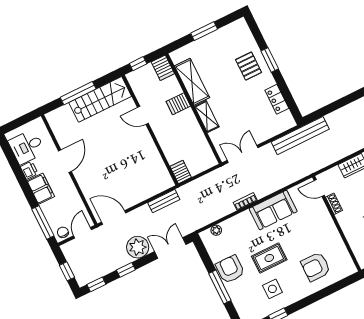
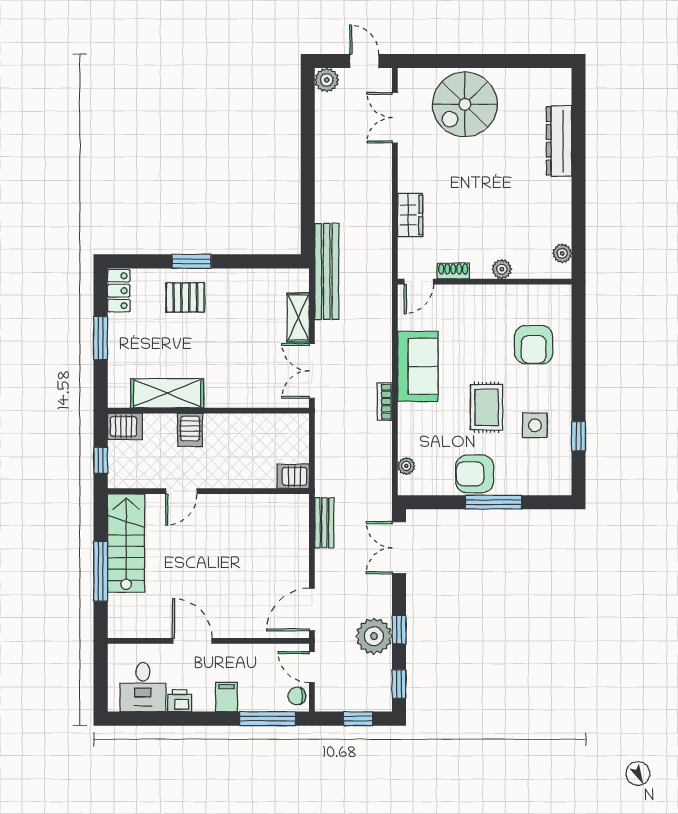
locker: (277, 99) -> (119, 291), moved, turned -90
shelving: (207, 117) -> (298, 318), moved, turned 90
filing cabinet: (41, 189) -> (227, 697), width x0.50
plant: (348, 230) -> (502, 269), added
plant: (138, 247) -> (374, 636), moved

